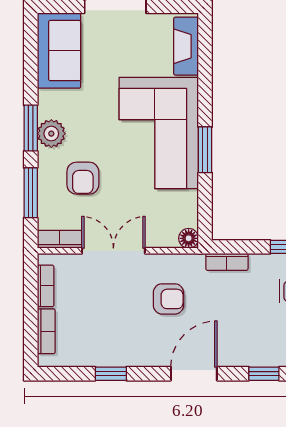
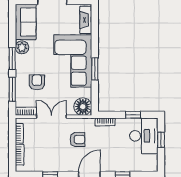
plant: (51, 134) -> (22, 47), moved
armchair: (83, 178) -> (37, 82), turned 180
floor lamp: (189, 238) -> (83, 107), width x1.89, depth x1.89

